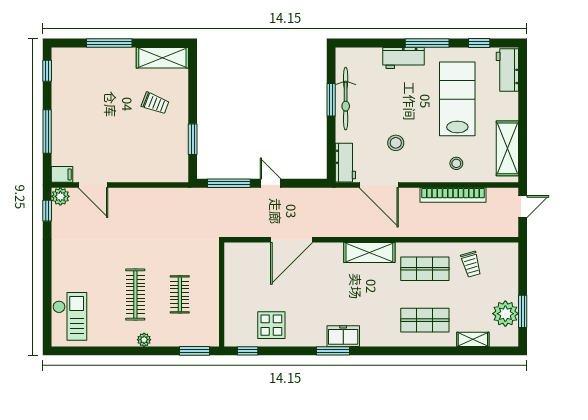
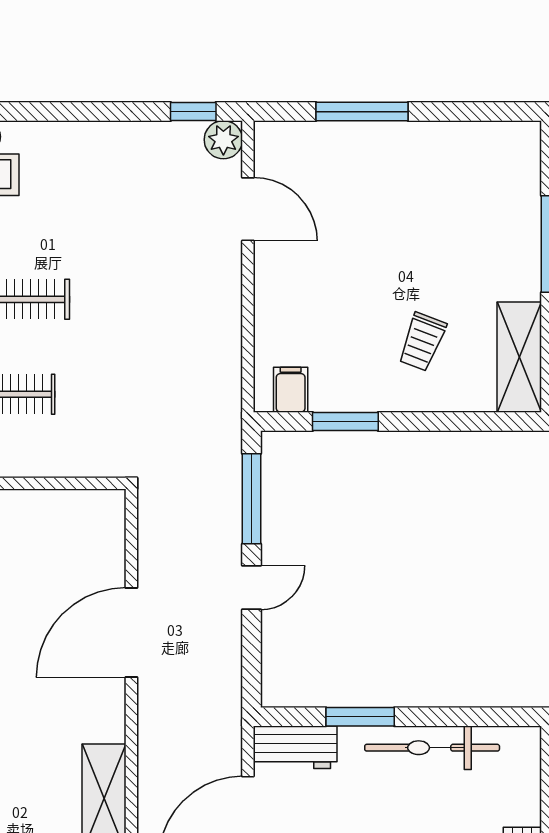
window: (47, 71) -> (491, 112), removed
window: (331, 100) -> (360, 717), moved
filing cabinet: (62, 174) -> (291, 390), moved, turned 180
door: (93, 185) -> (248, 209), swing flipped
door: (292, 240) -> (131, 632), hinge flipped

